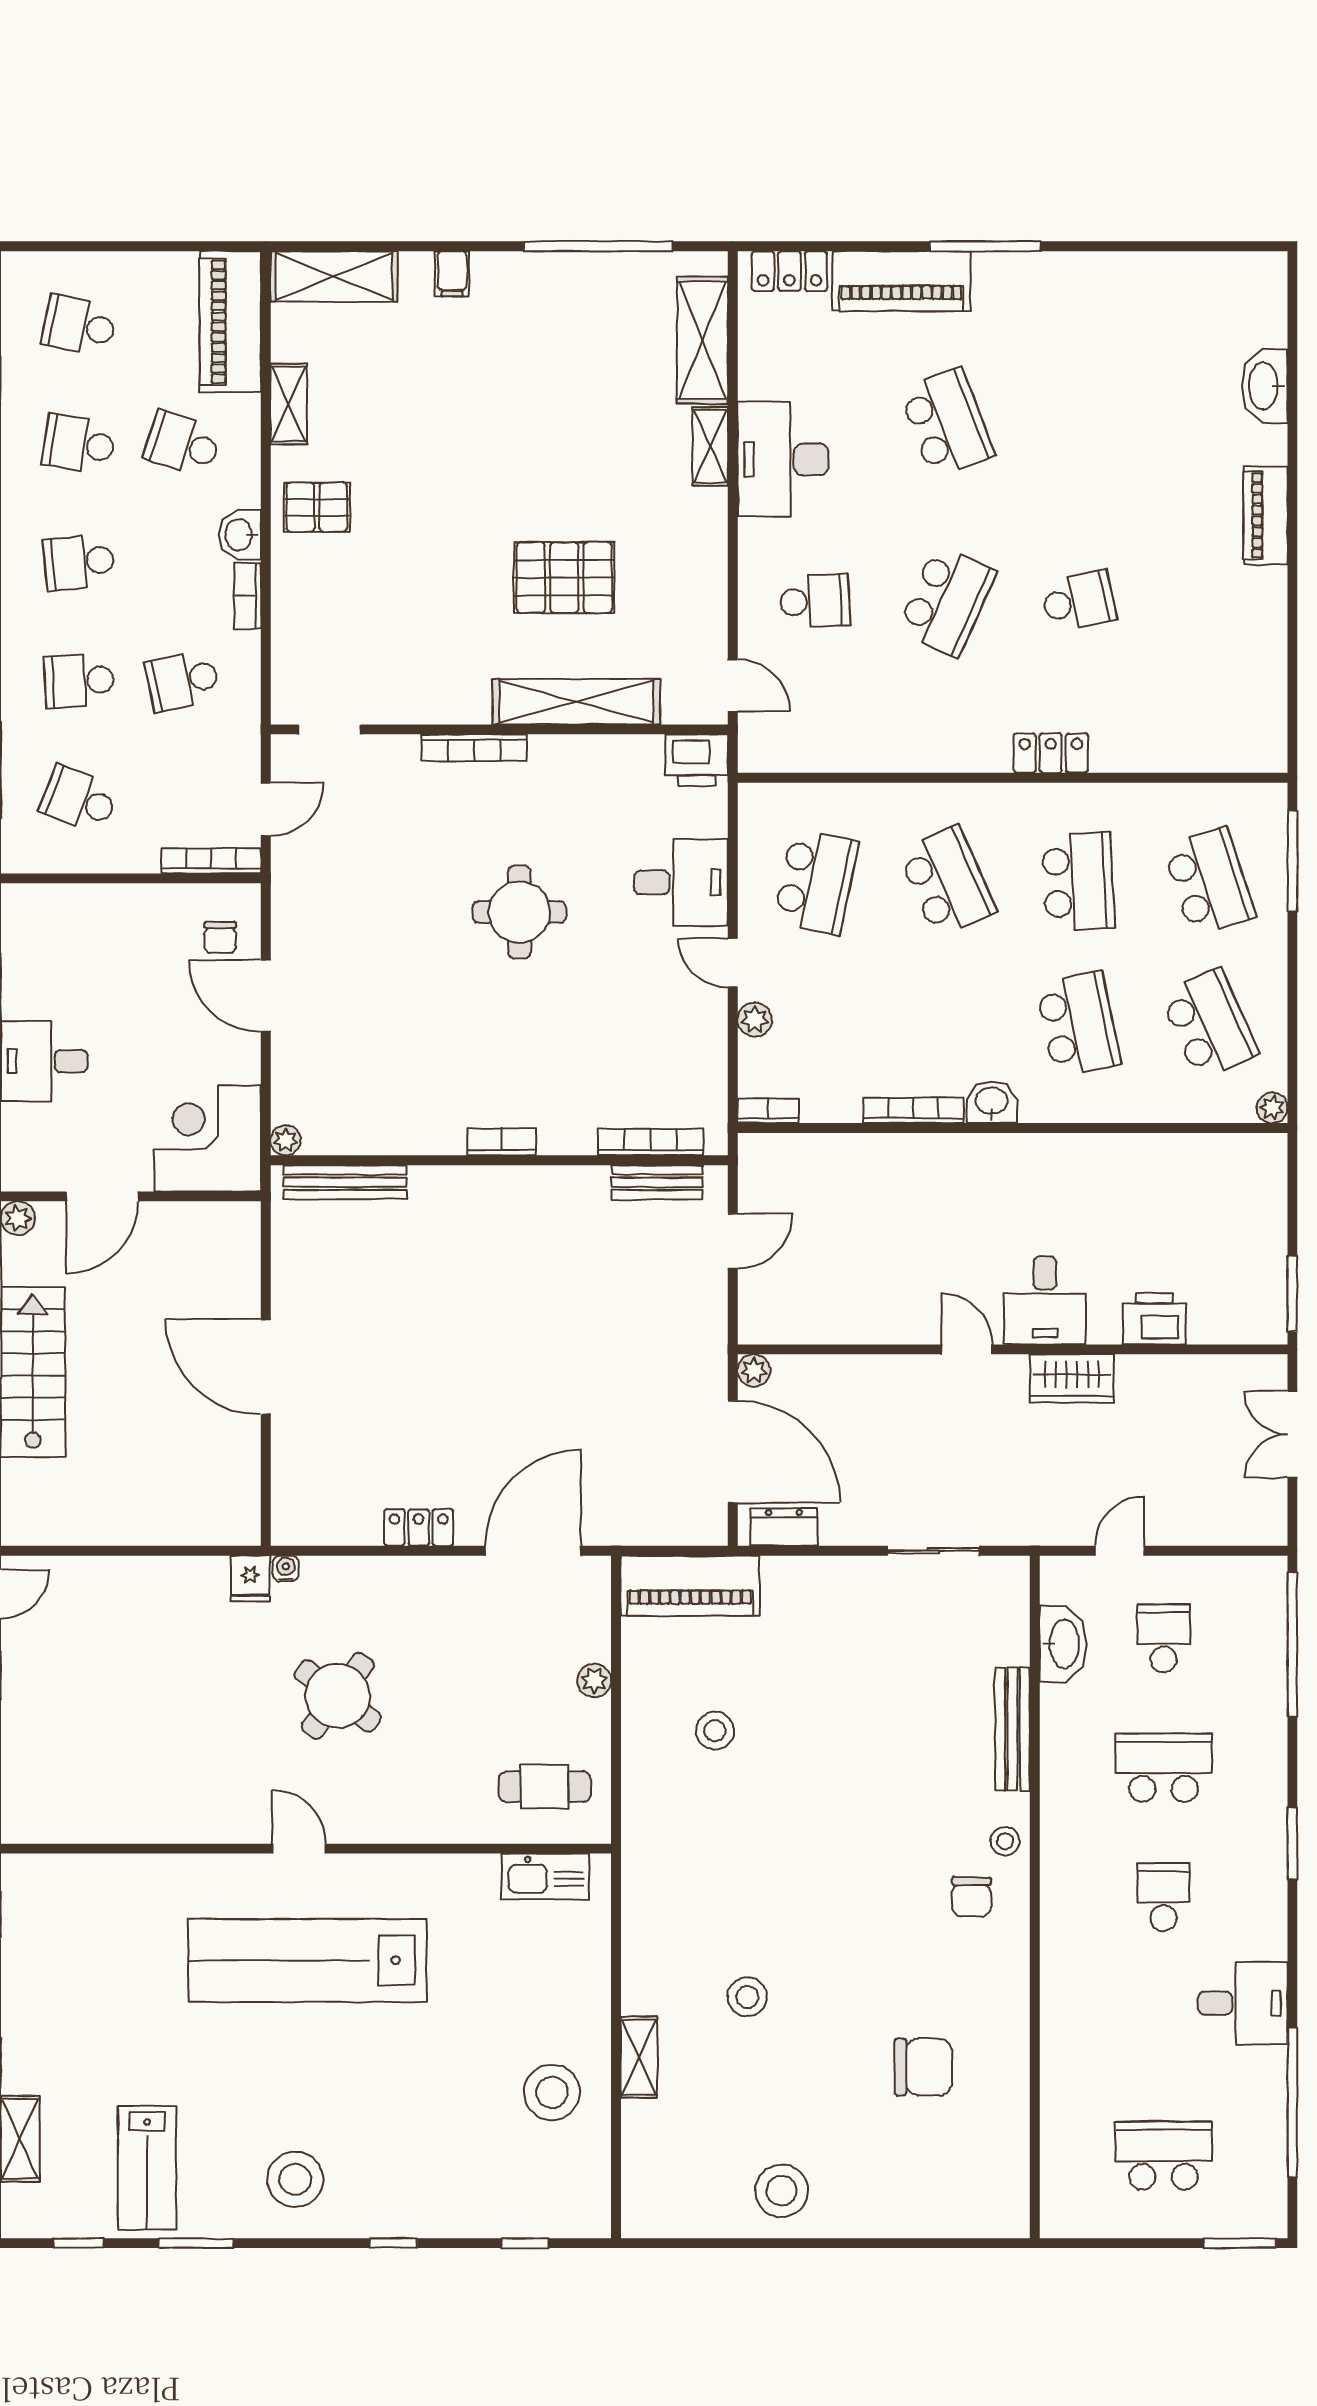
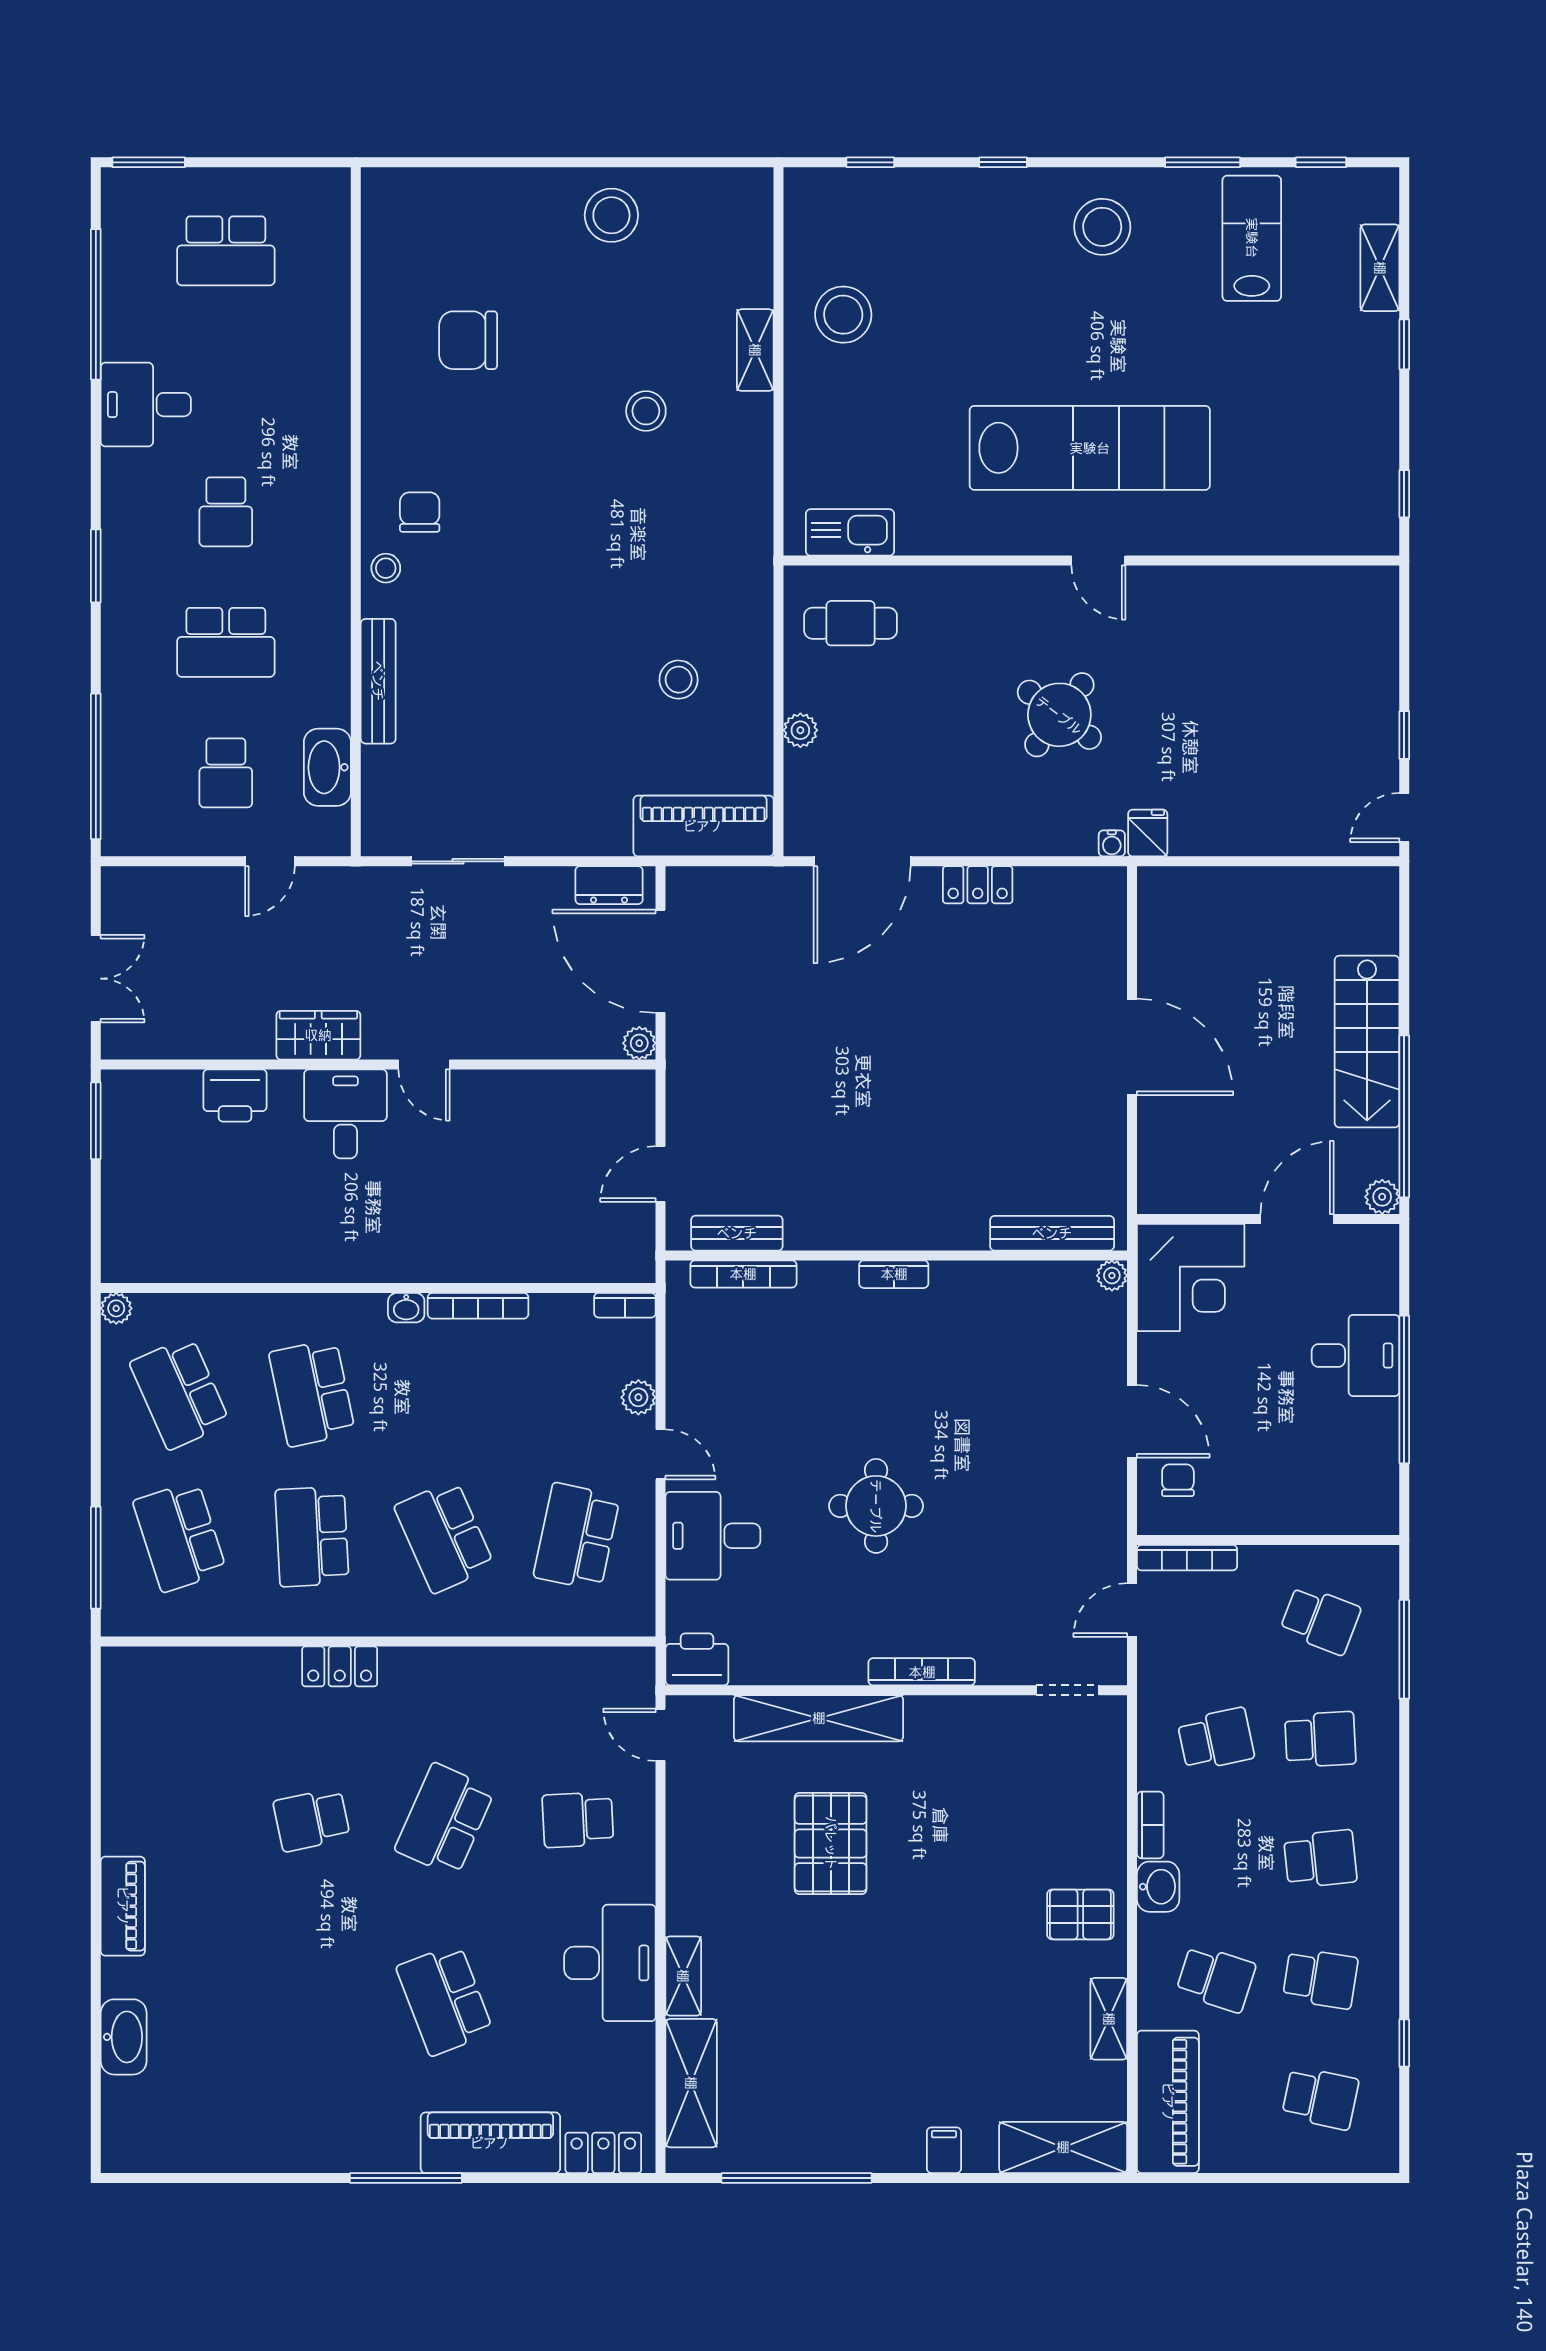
pallet: (564, 578) -> (831, 1843), turned 90
washbasin: (992, 1102) -> (406, 1308), width x0.72, depth x0.69

